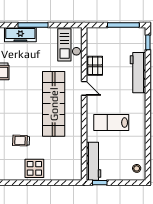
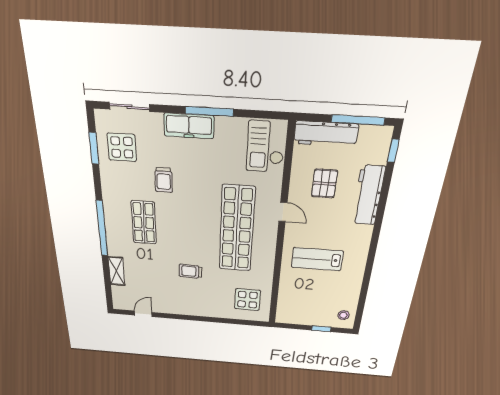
pallet: (95, 66) -> (324, 184), moved
workbench: (94, 161) -> (326, 134), moved, turned 90
display table: (34, 168) -> (247, 300), moved
window: (100, 183) -> (321, 329), moved

